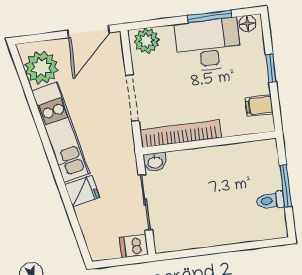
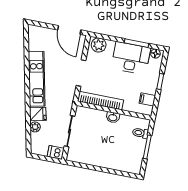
door: (89, 31) -> (69, 30), hinge flipped
plant: (41, 68) -> (35, 127), moved, width x0.53, depth x0.53
washbasin: (155, 162) -> (113, 117), moved
toilet: (270, 201) -> (140, 133), moved

